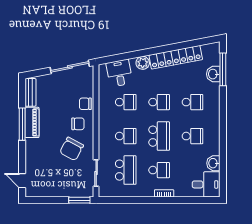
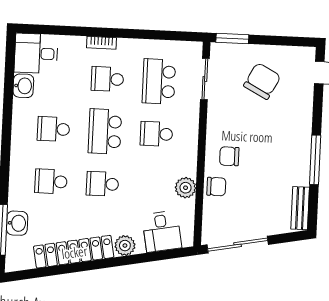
plant: (105, 102) -> (186, 188), added
school desk: (126, 102) -> (154, 186), removed
piano: (32, 122) -> (300, 162), removed
chair: (72, 149) -> (262, 81), moved

